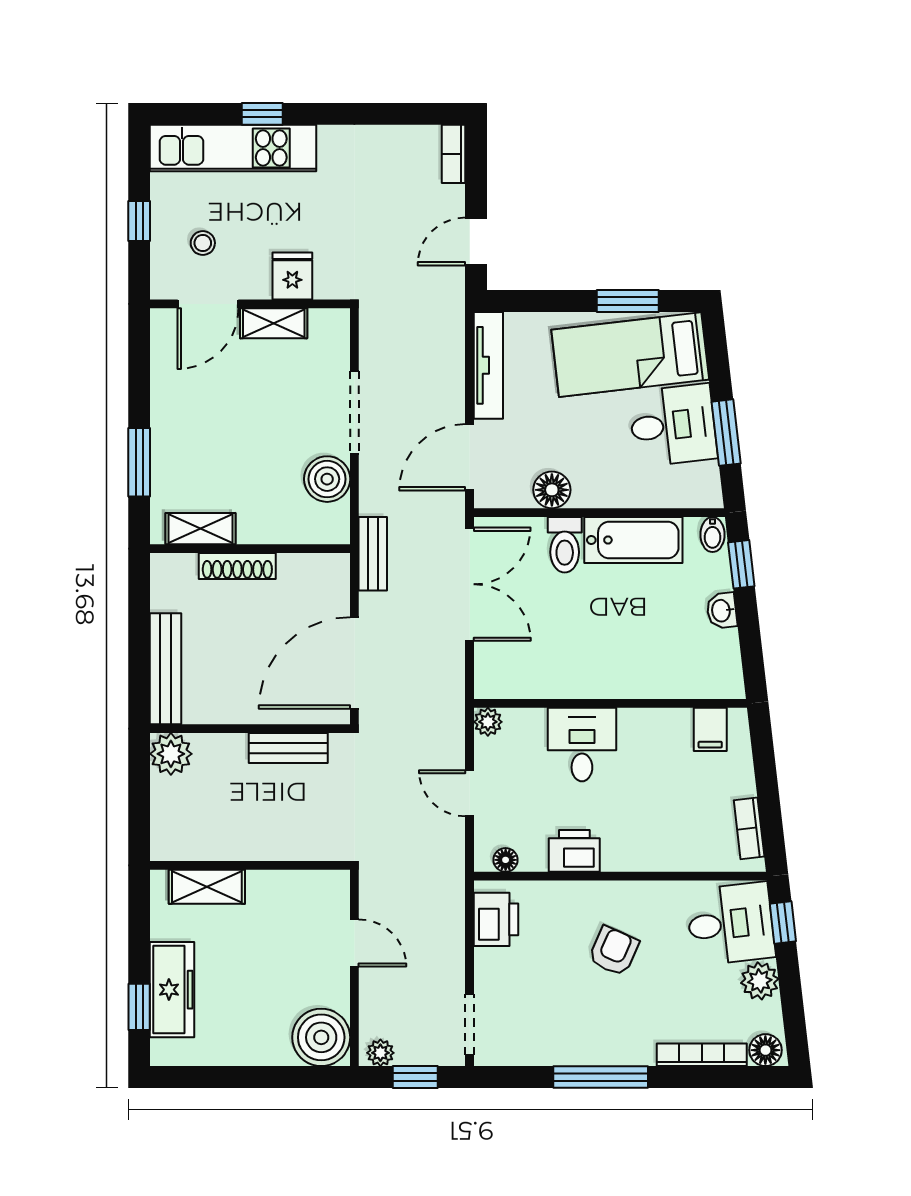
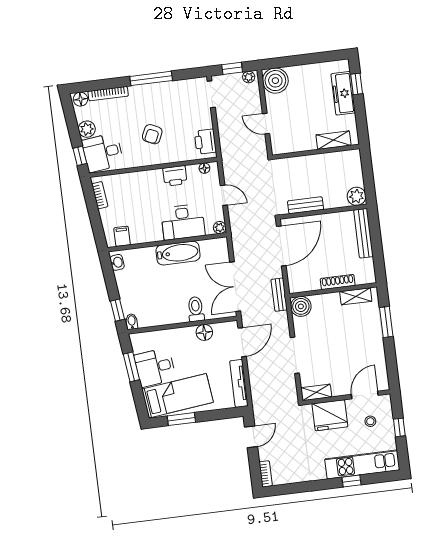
fridge: (292, 276) -> (330, 415), width x1.88, depth x1.34
shelving: (274, 323) -> (316, 392), moved
boiler: (327, 479) -> (301, 306), moved
bathtub: (633, 540) -> (178, 253), moved, turned 180
washbasin: (722, 611) -> (117, 262), moved
desk: (582, 745) -> (183, 222), width x1.37

